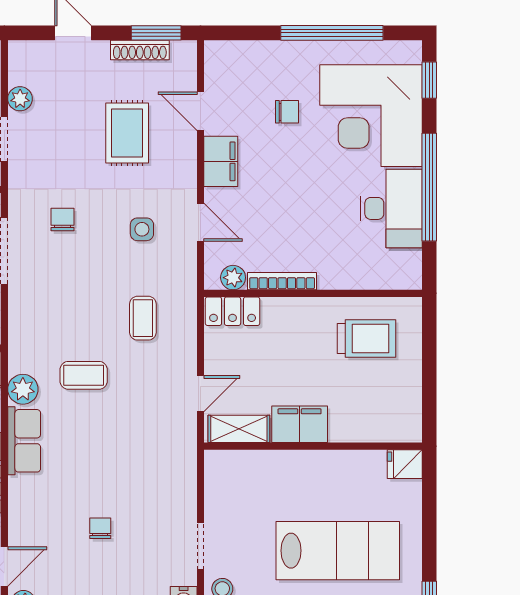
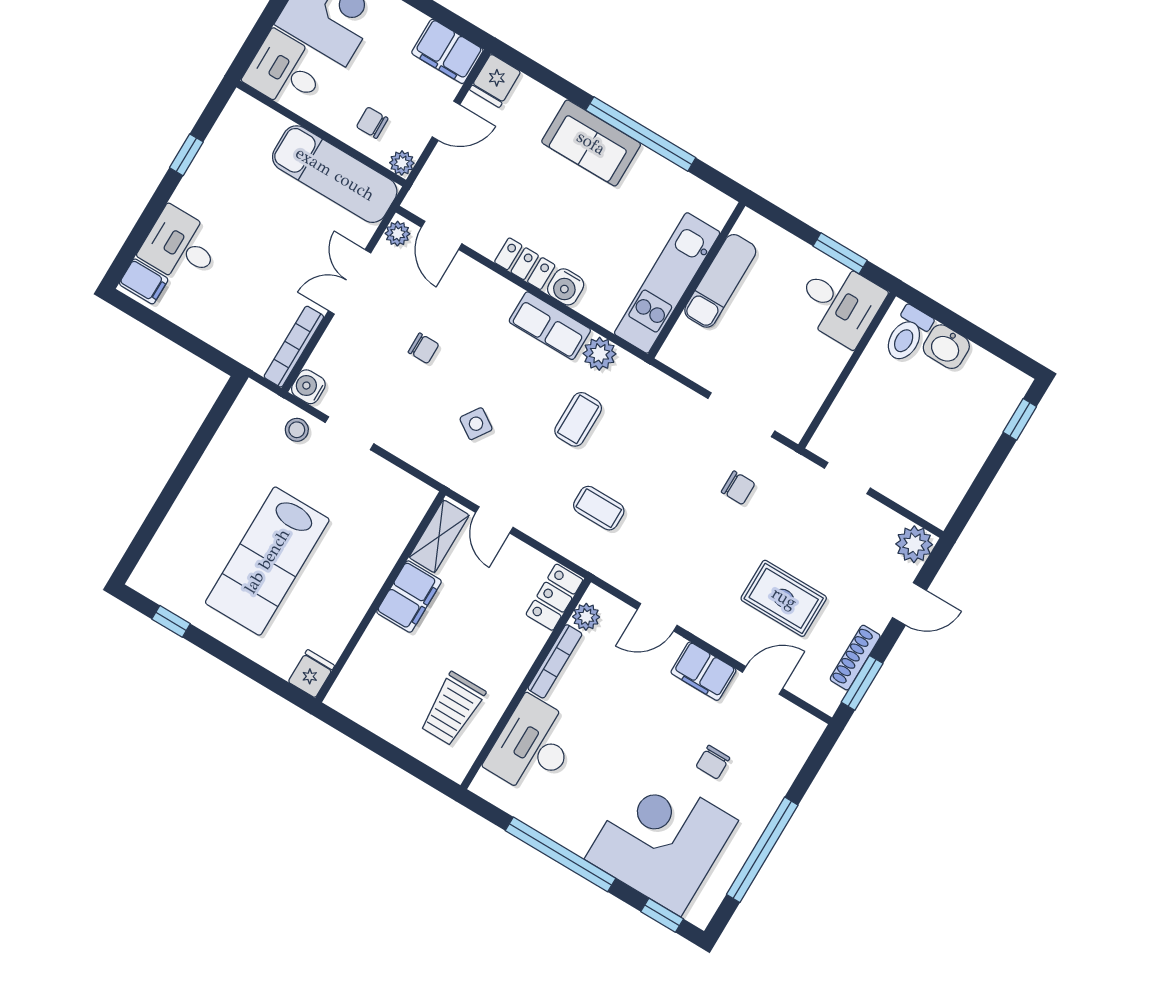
plant: (20, 99) -> (914, 544), moved, width x1.38, depth x1.38
desk: (391, 208) -> (533, 746), moved, turned 90
side table: (142, 229) -> (476, 424), moved, turned 34

